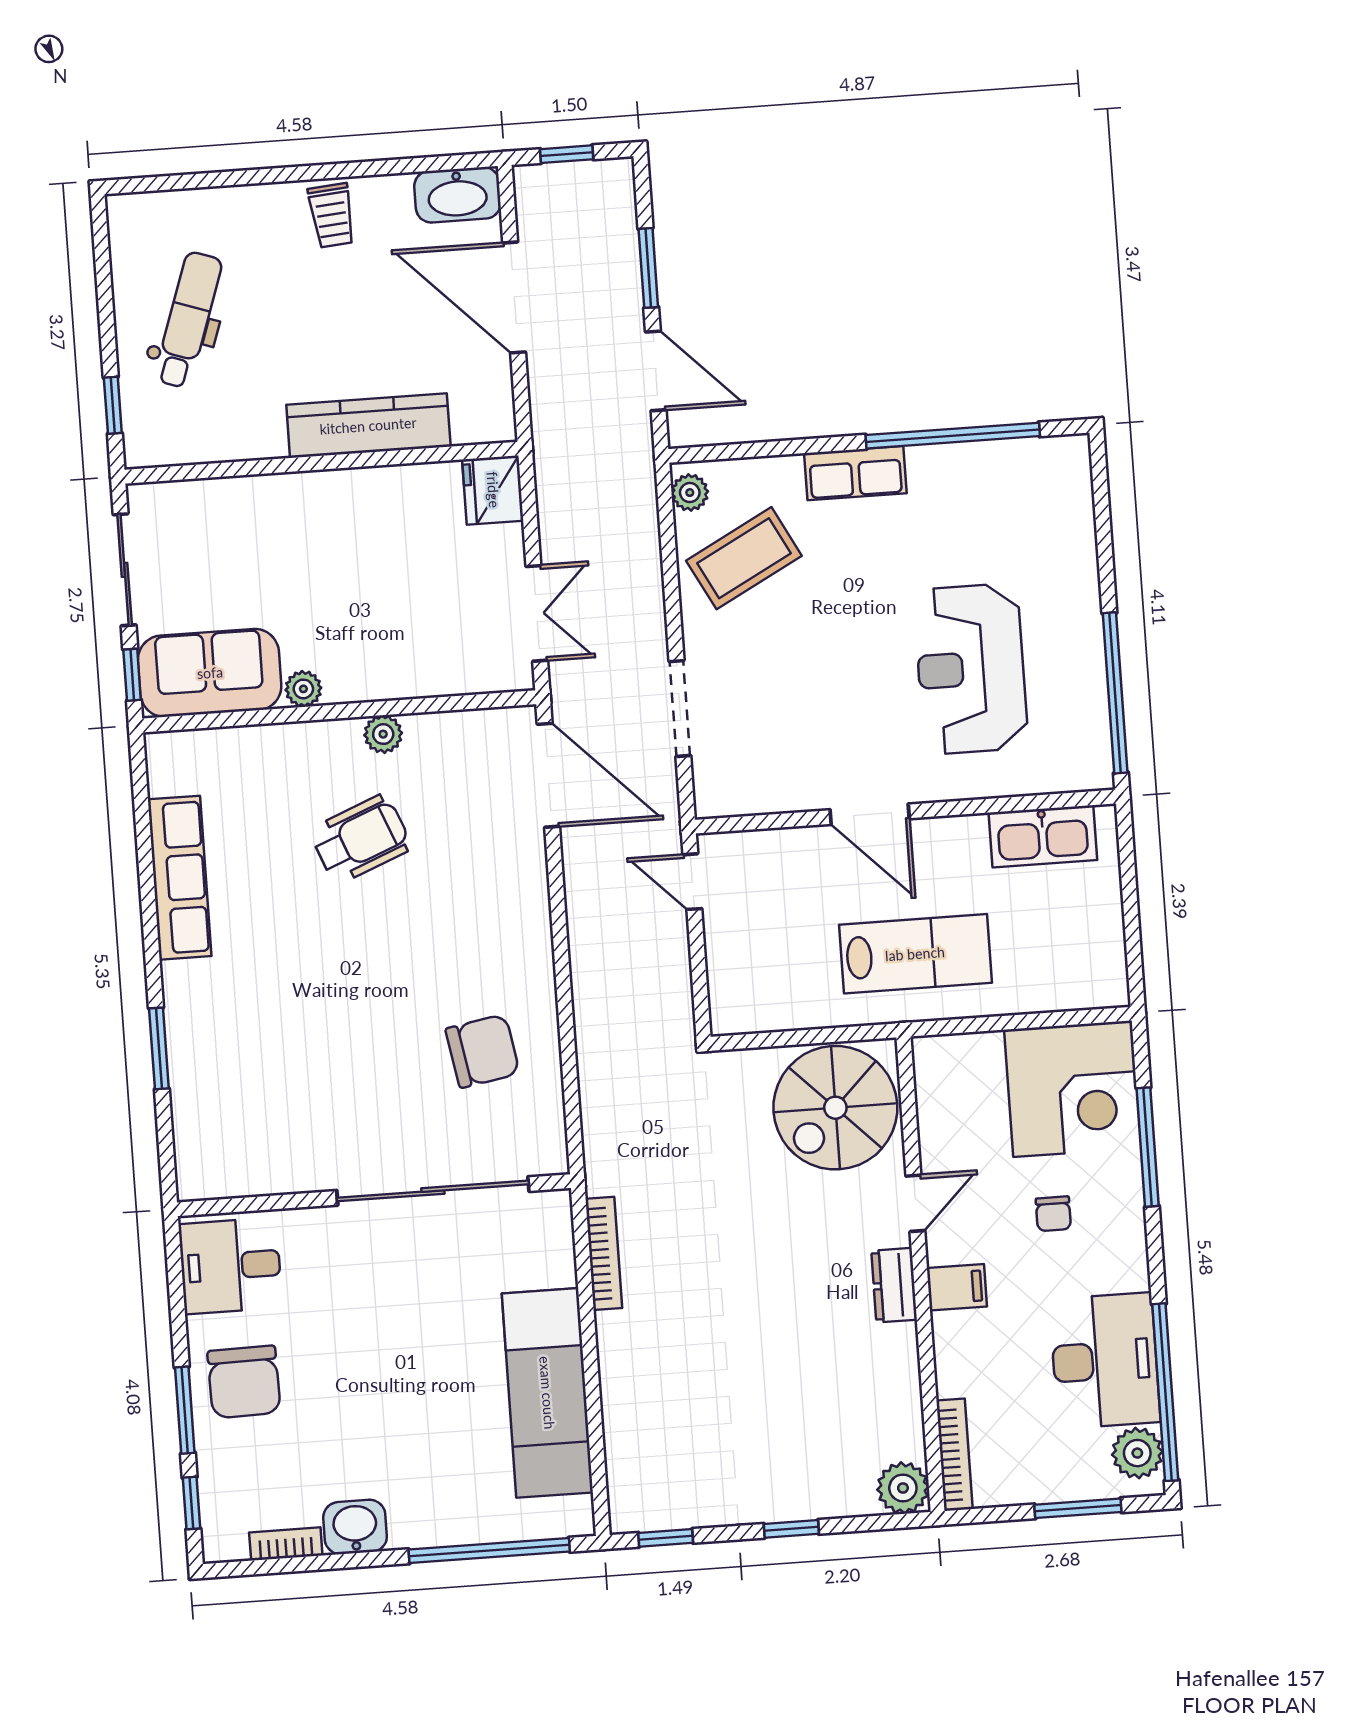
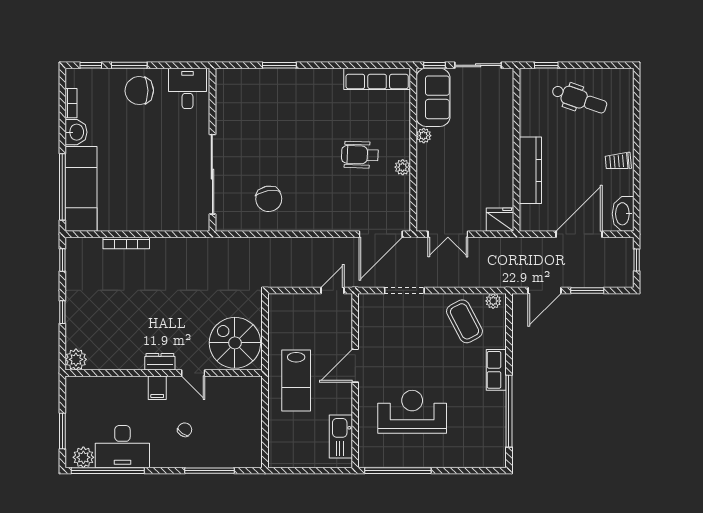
wheelchair: (361, 839) -> (360, 155), turned 114
row of seats: (180, 878) -> (377, 79), moved
corner desk: (1073, 1089) -> (236, 441), removed
chair: (1053, 1214) -> (185, 430), turned 124
bookcase: (604, 1253) -> (126, 243), moved
exam couch: (547, 1393) -> (81, 189), moved, turned 90
bookcase: (954, 1455) -> (88, 382), removed

